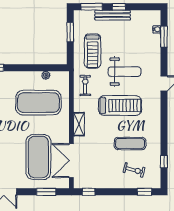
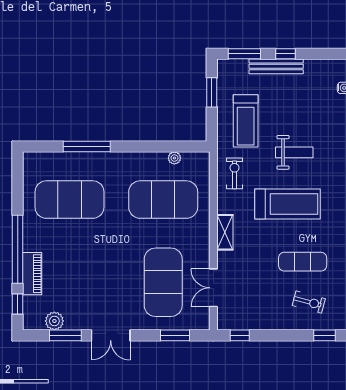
weight bench: (124, 72) -> (294, 152), width x0.73, depth x0.75
double door: (71, 161) -> (213, 288), width x0.73

